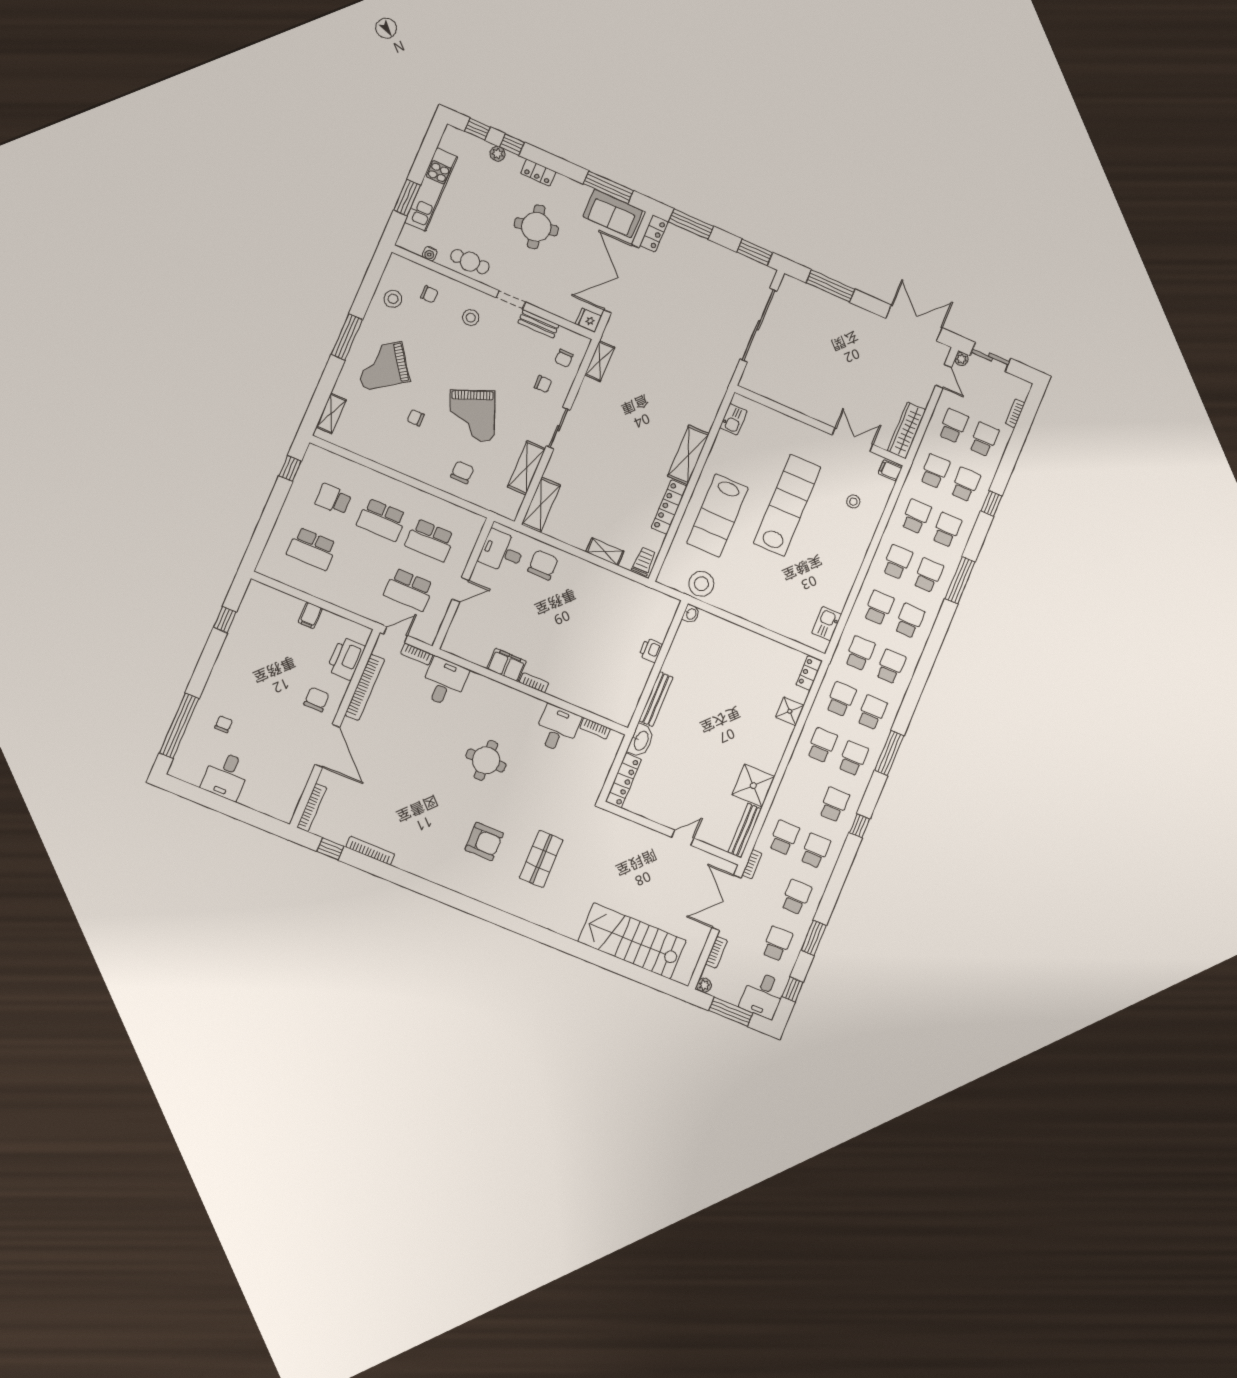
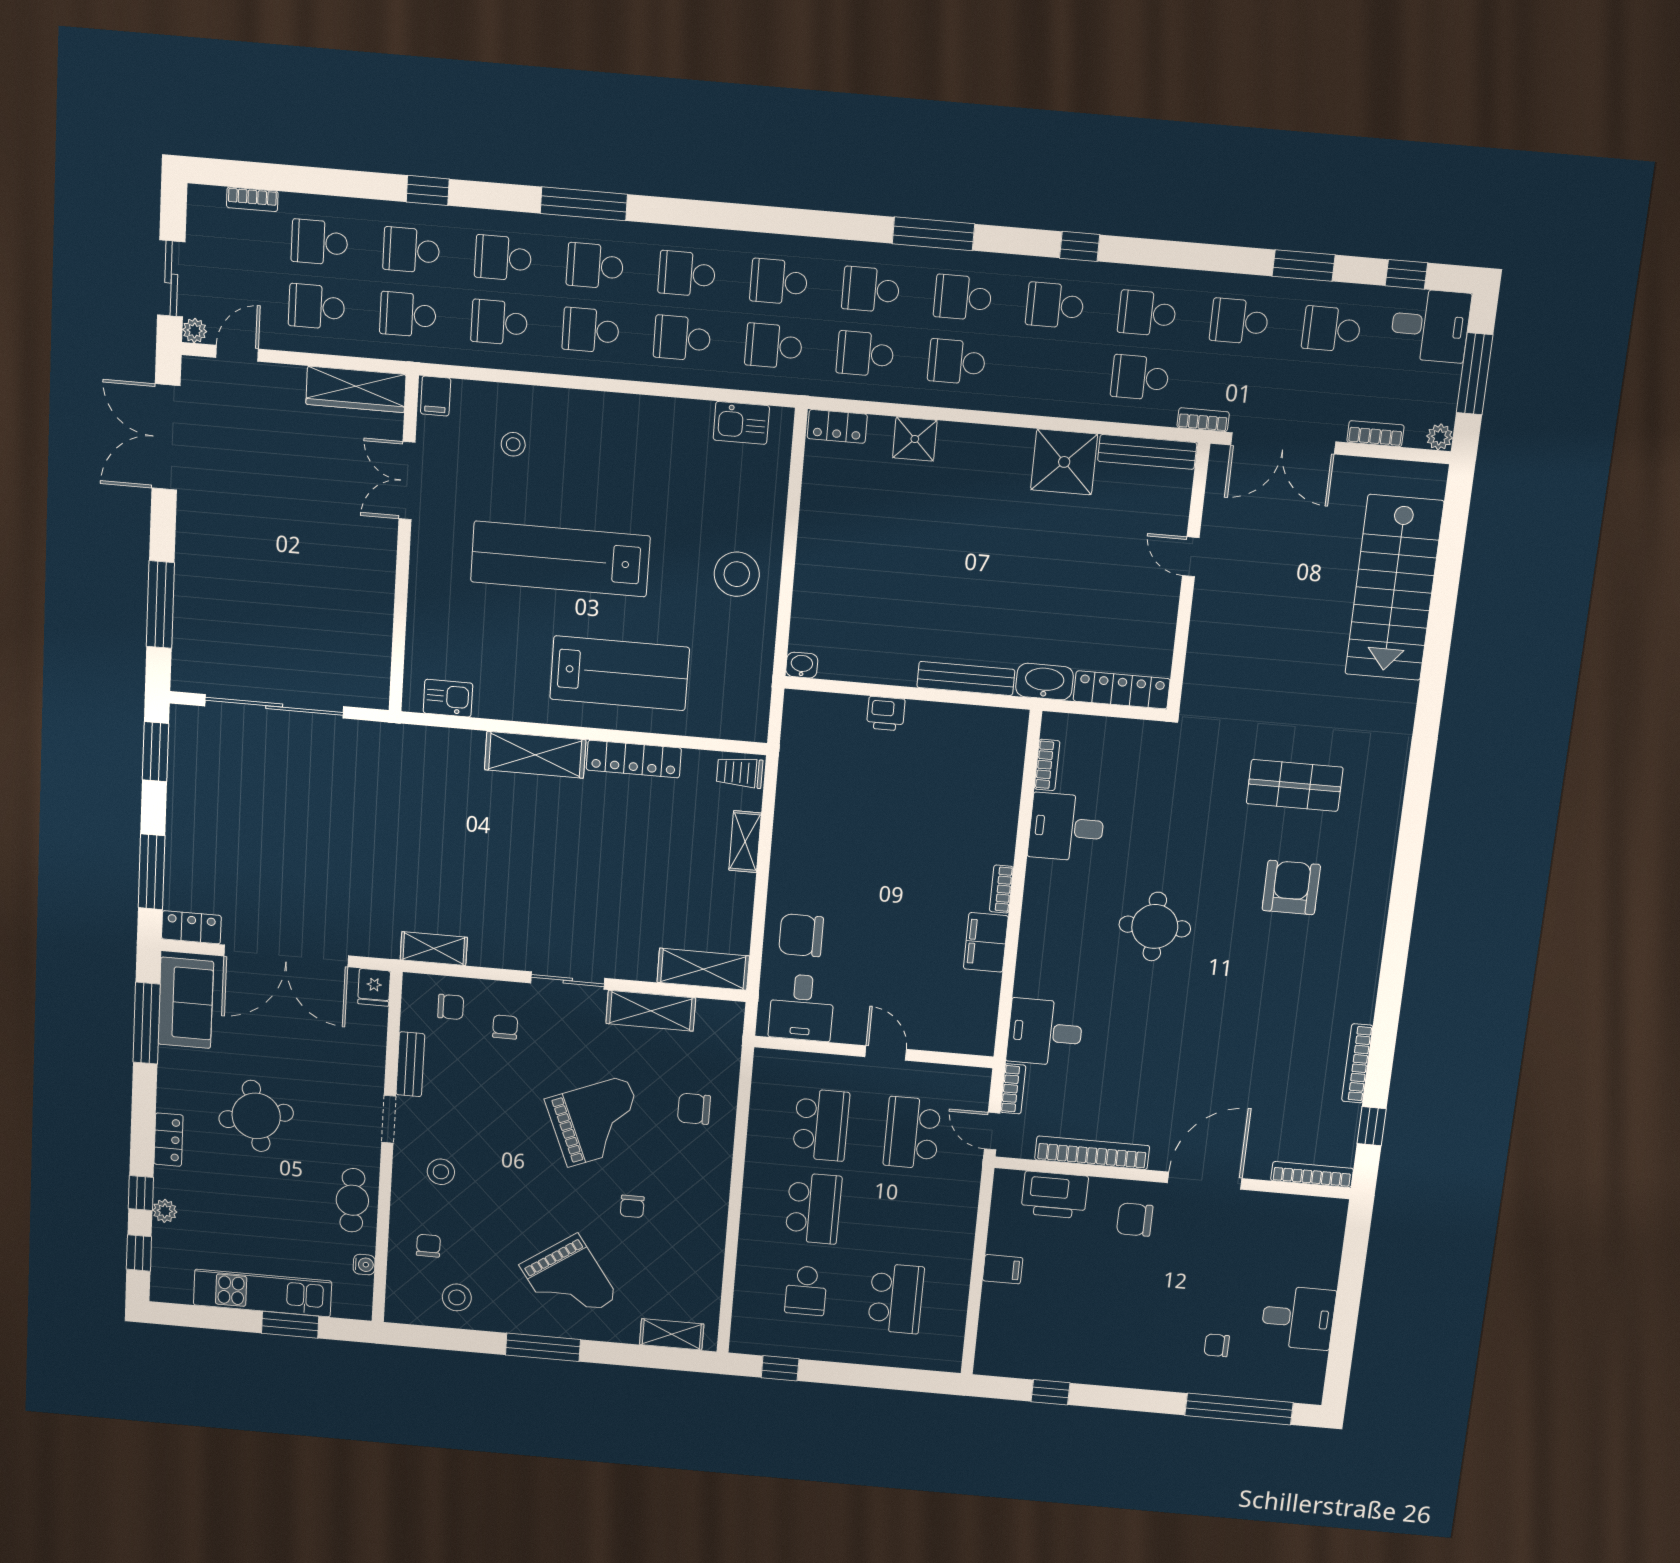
stool: (701, 584) -> (737, 574), moved
school desk: (409, 590) -> (912, 1133), turned 180

